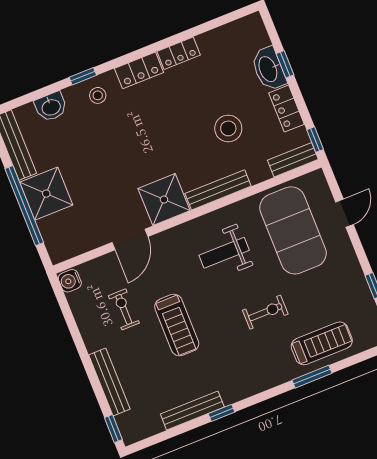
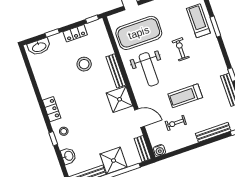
locker: (179, 53) -> (44, 88), removed
washbasin: (269, 69) -> (39, 47), moved
bench: (293, 160) -> (143, 149), moved
weight bench: (224, 253) -> (149, 69), width x1.36, depth x1.33
treadmill: (177, 325) -> (185, 96), turned 180

